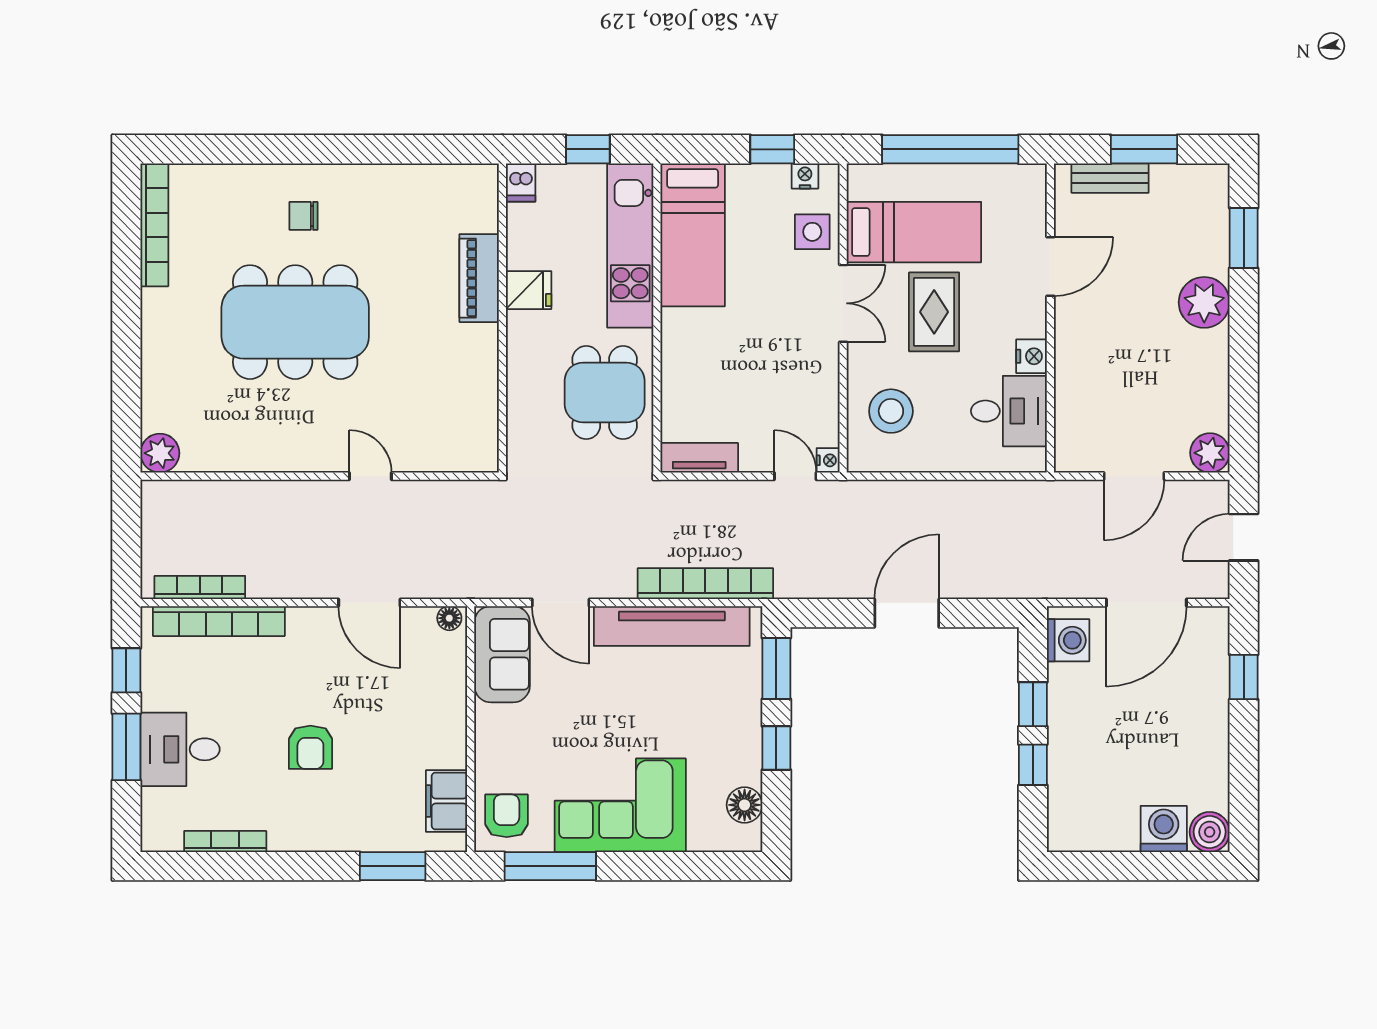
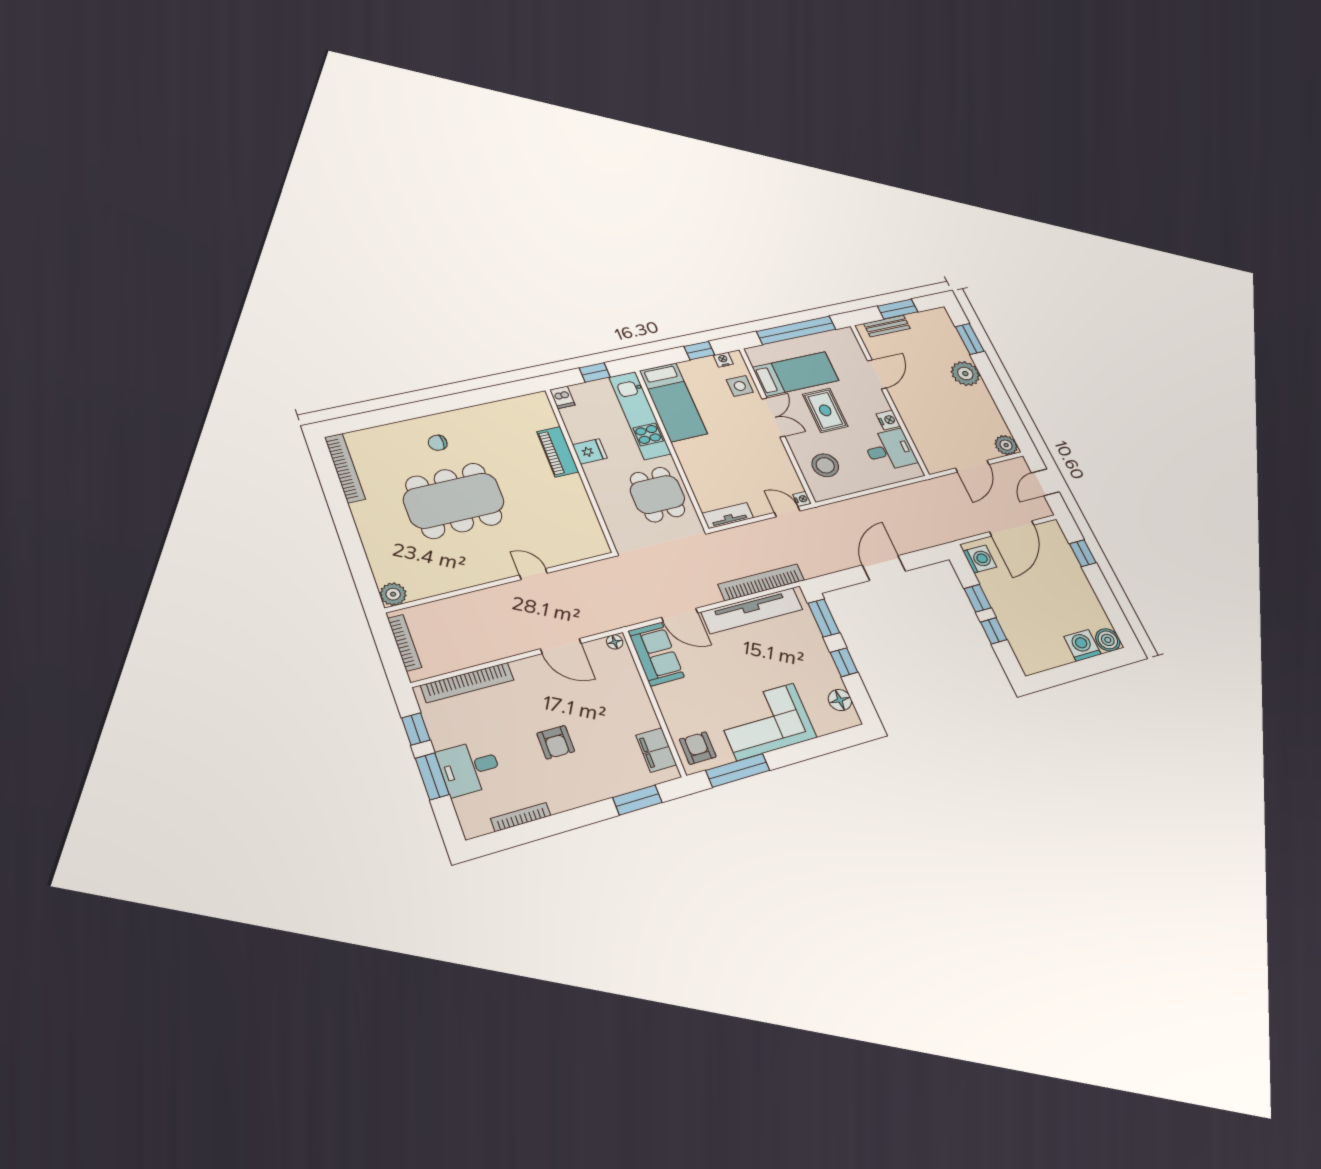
bookcase: (200, 587) -> (405, 643), moved, turned 90

